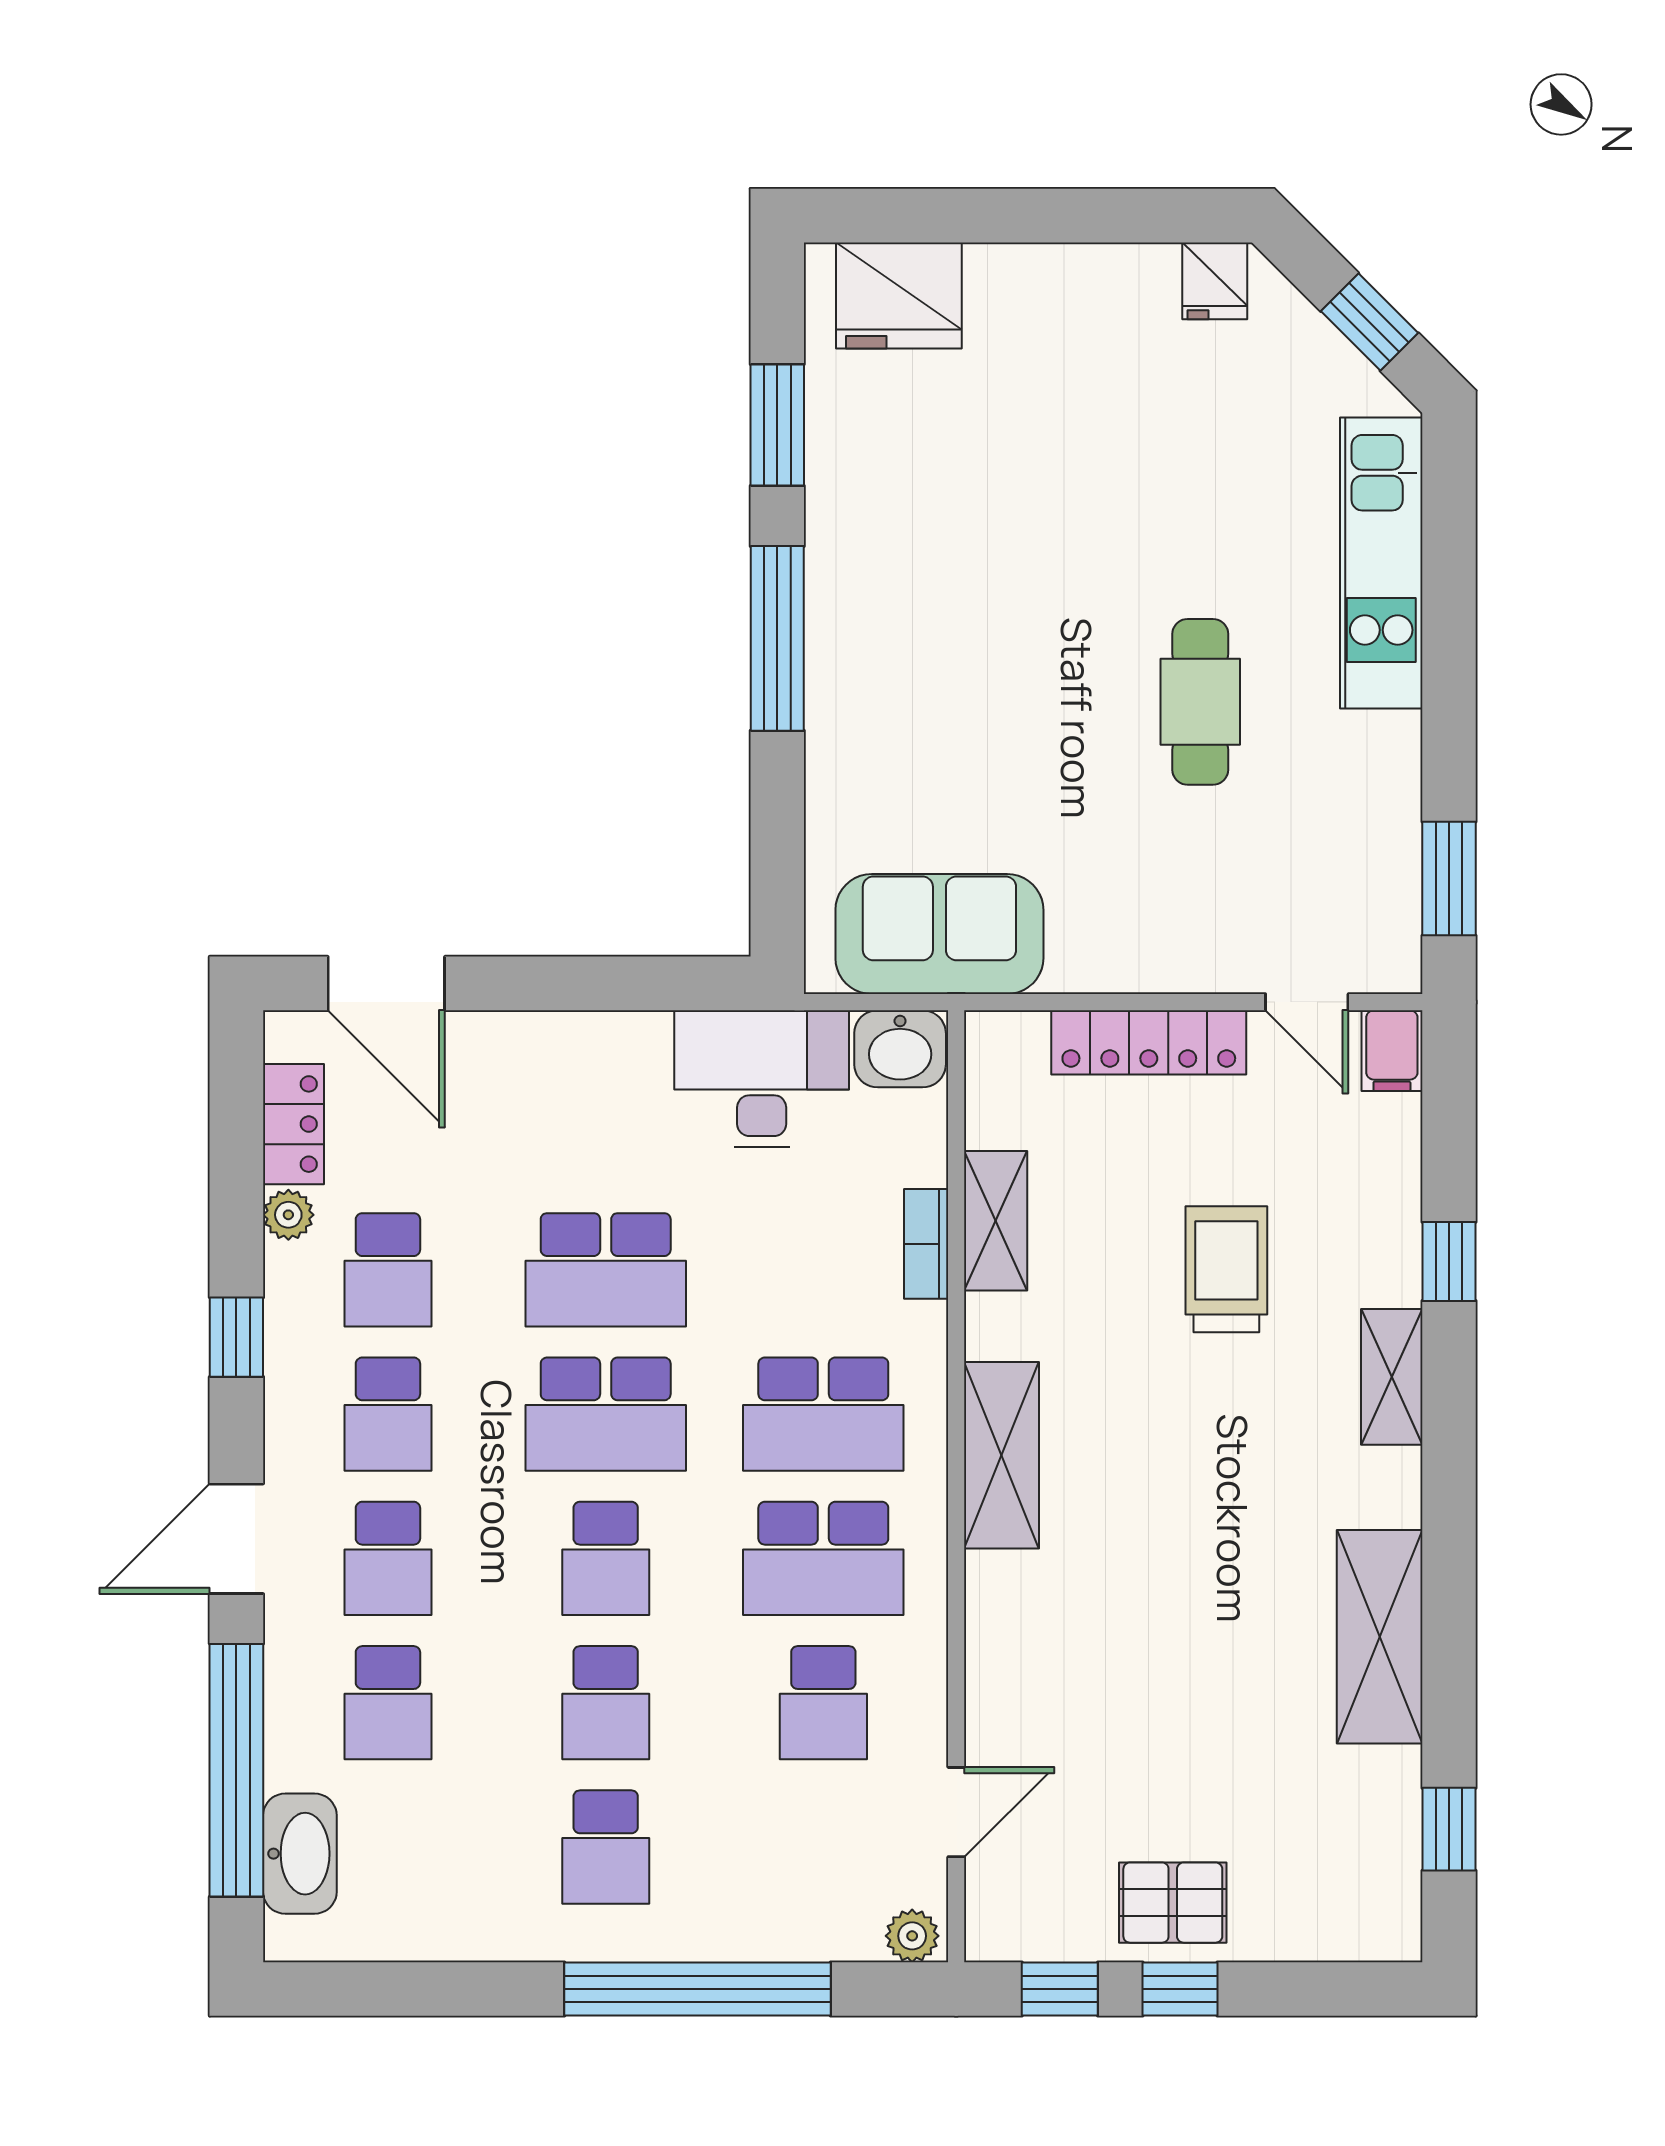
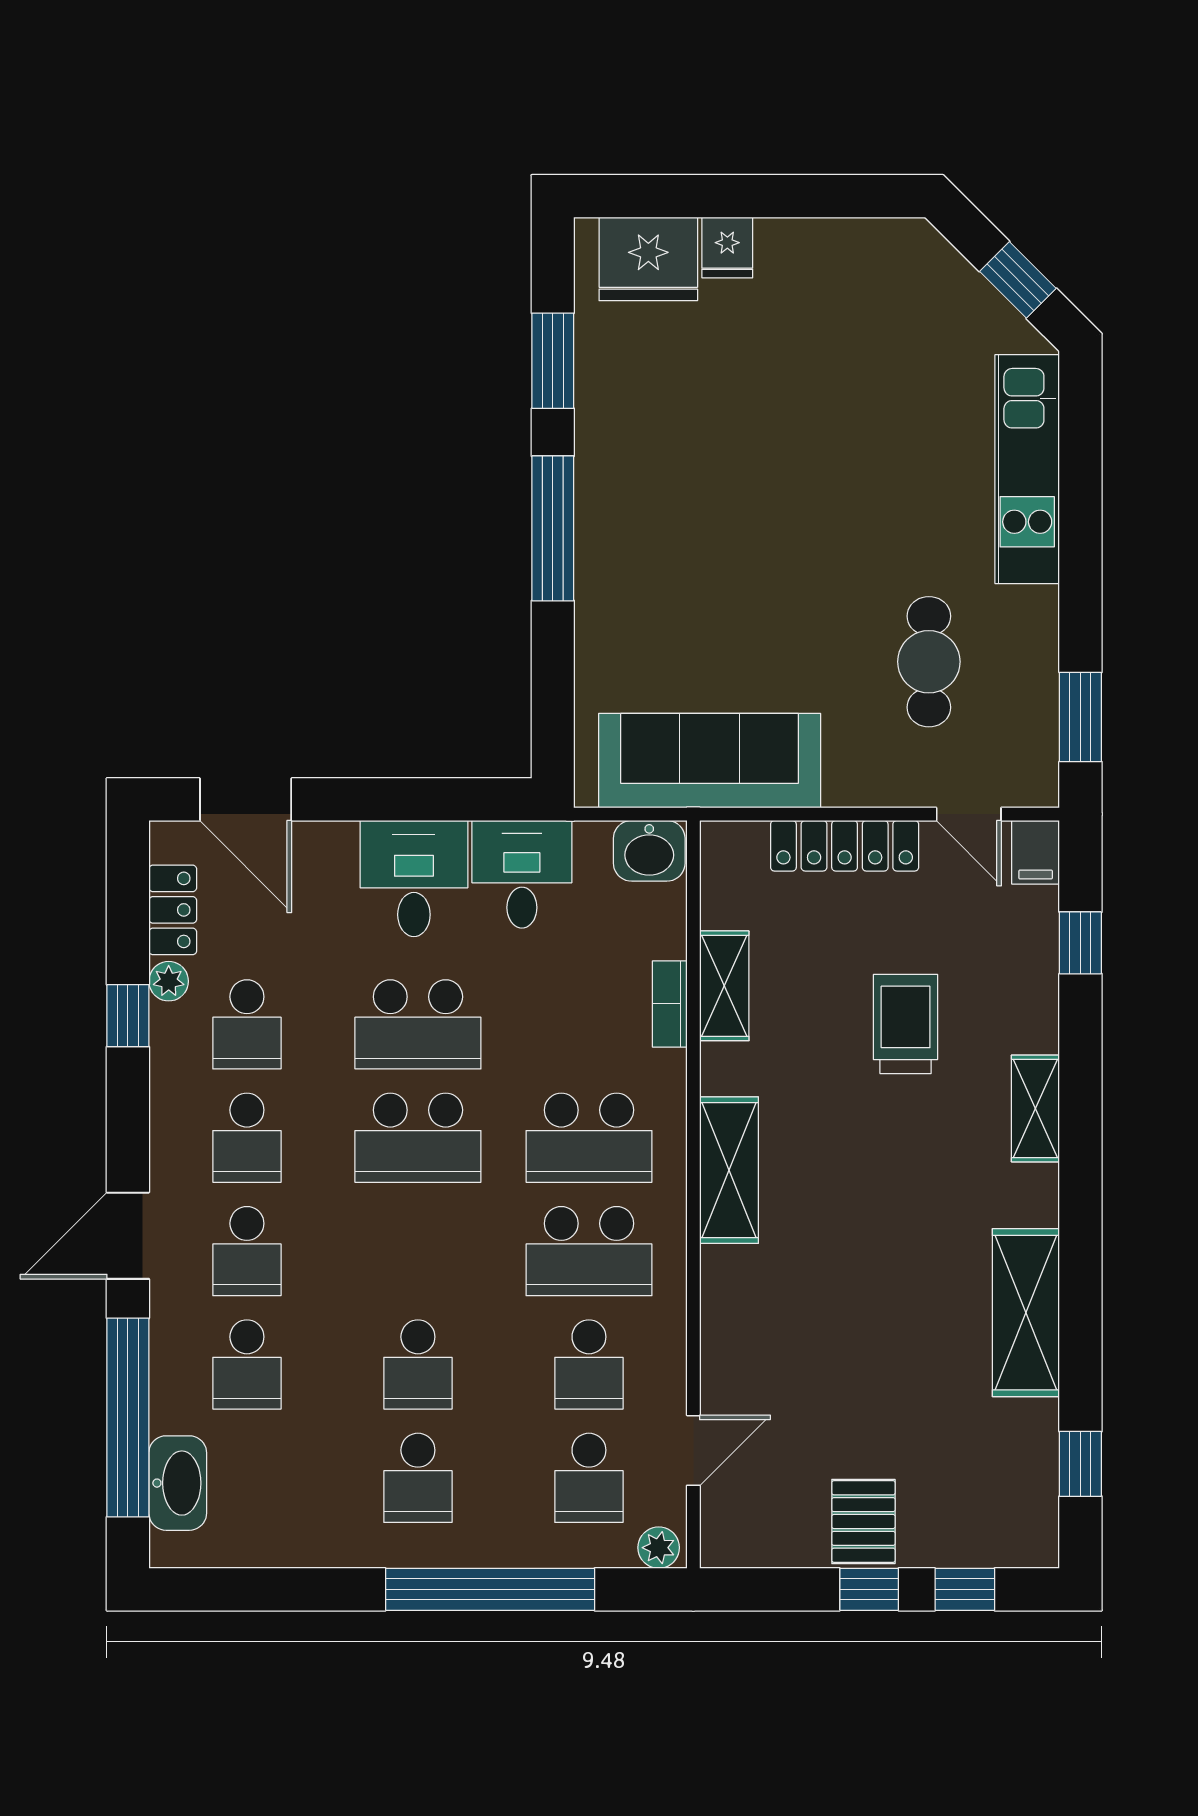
fridge: (1215, 281) -> (727, 248), moved
cafe table: (1200, 702) -> (929, 662), moved
sofa: (939, 934) -> (710, 761), width x1.36
desk: (762, 1079) -> (522, 874), width x0.73
desk: (601, 1084) -> (414, 879), added
window: (1449, 1261) -> (1080, 943), moved
window: (236, 1337) -> (128, 1016), moved
school desk: (606, 1558) -> (589, 1478), moved
pallet: (1173, 1903) -> (863, 1522), turned 90
window: (1060, 1989) -> (965, 1589), moved

